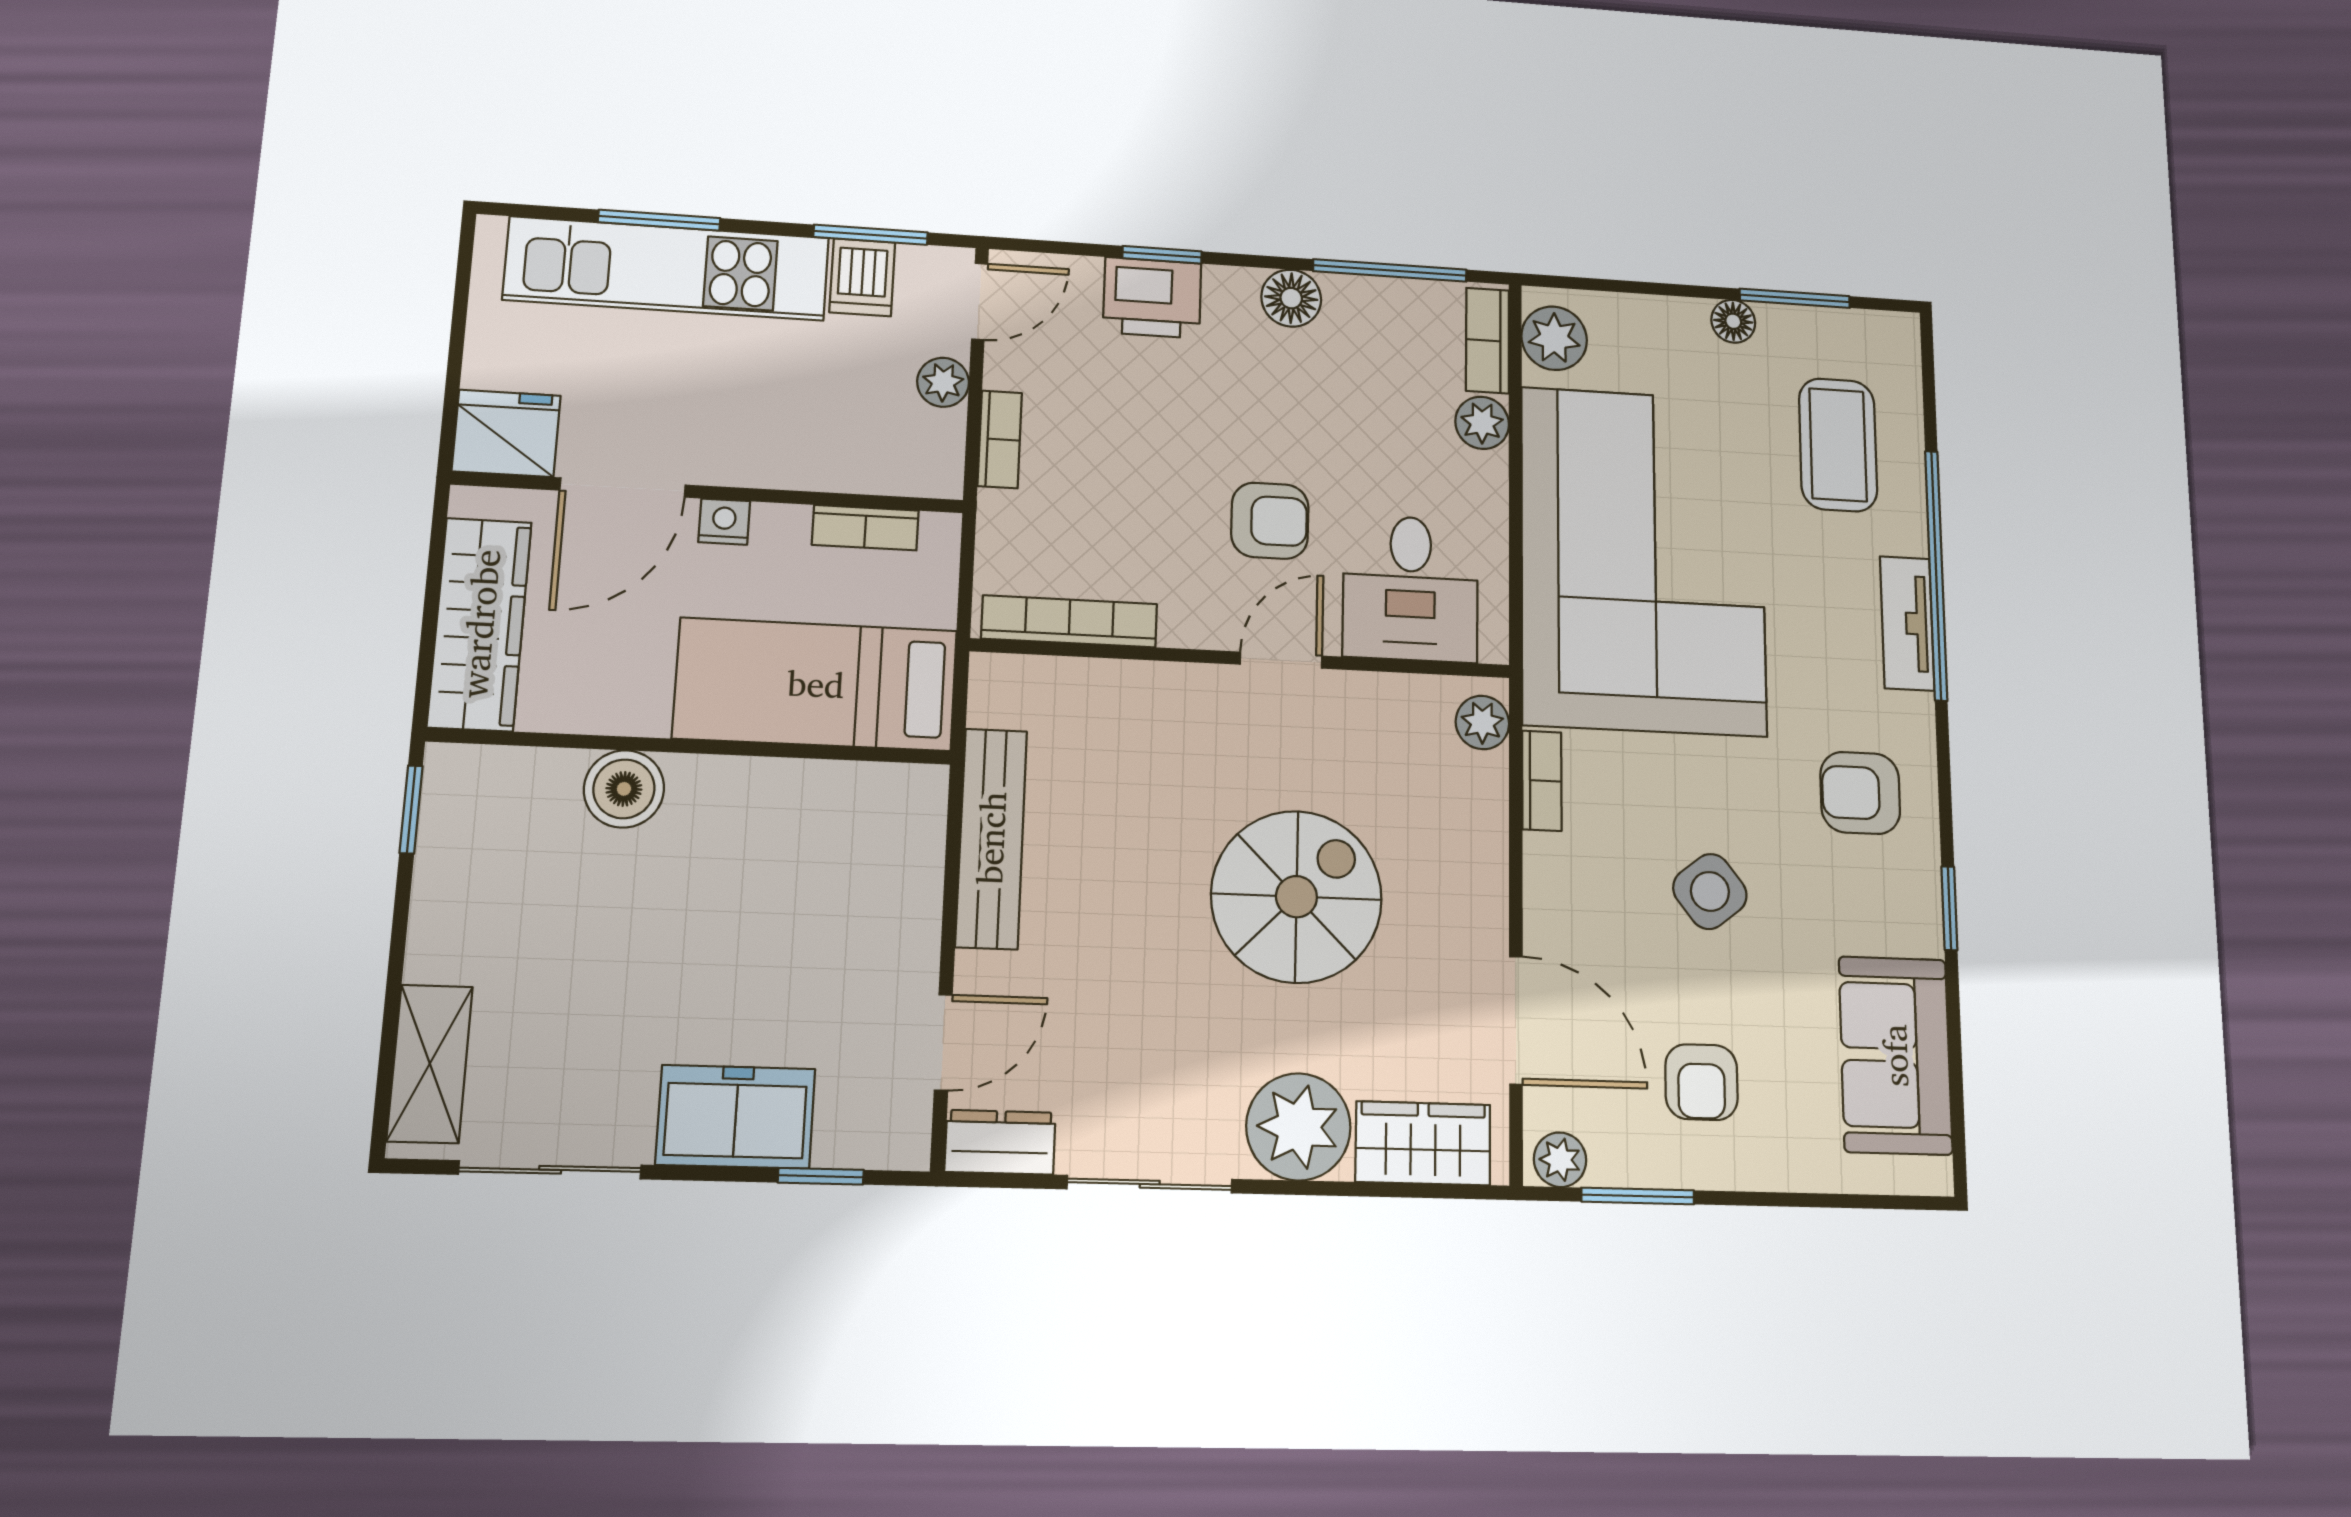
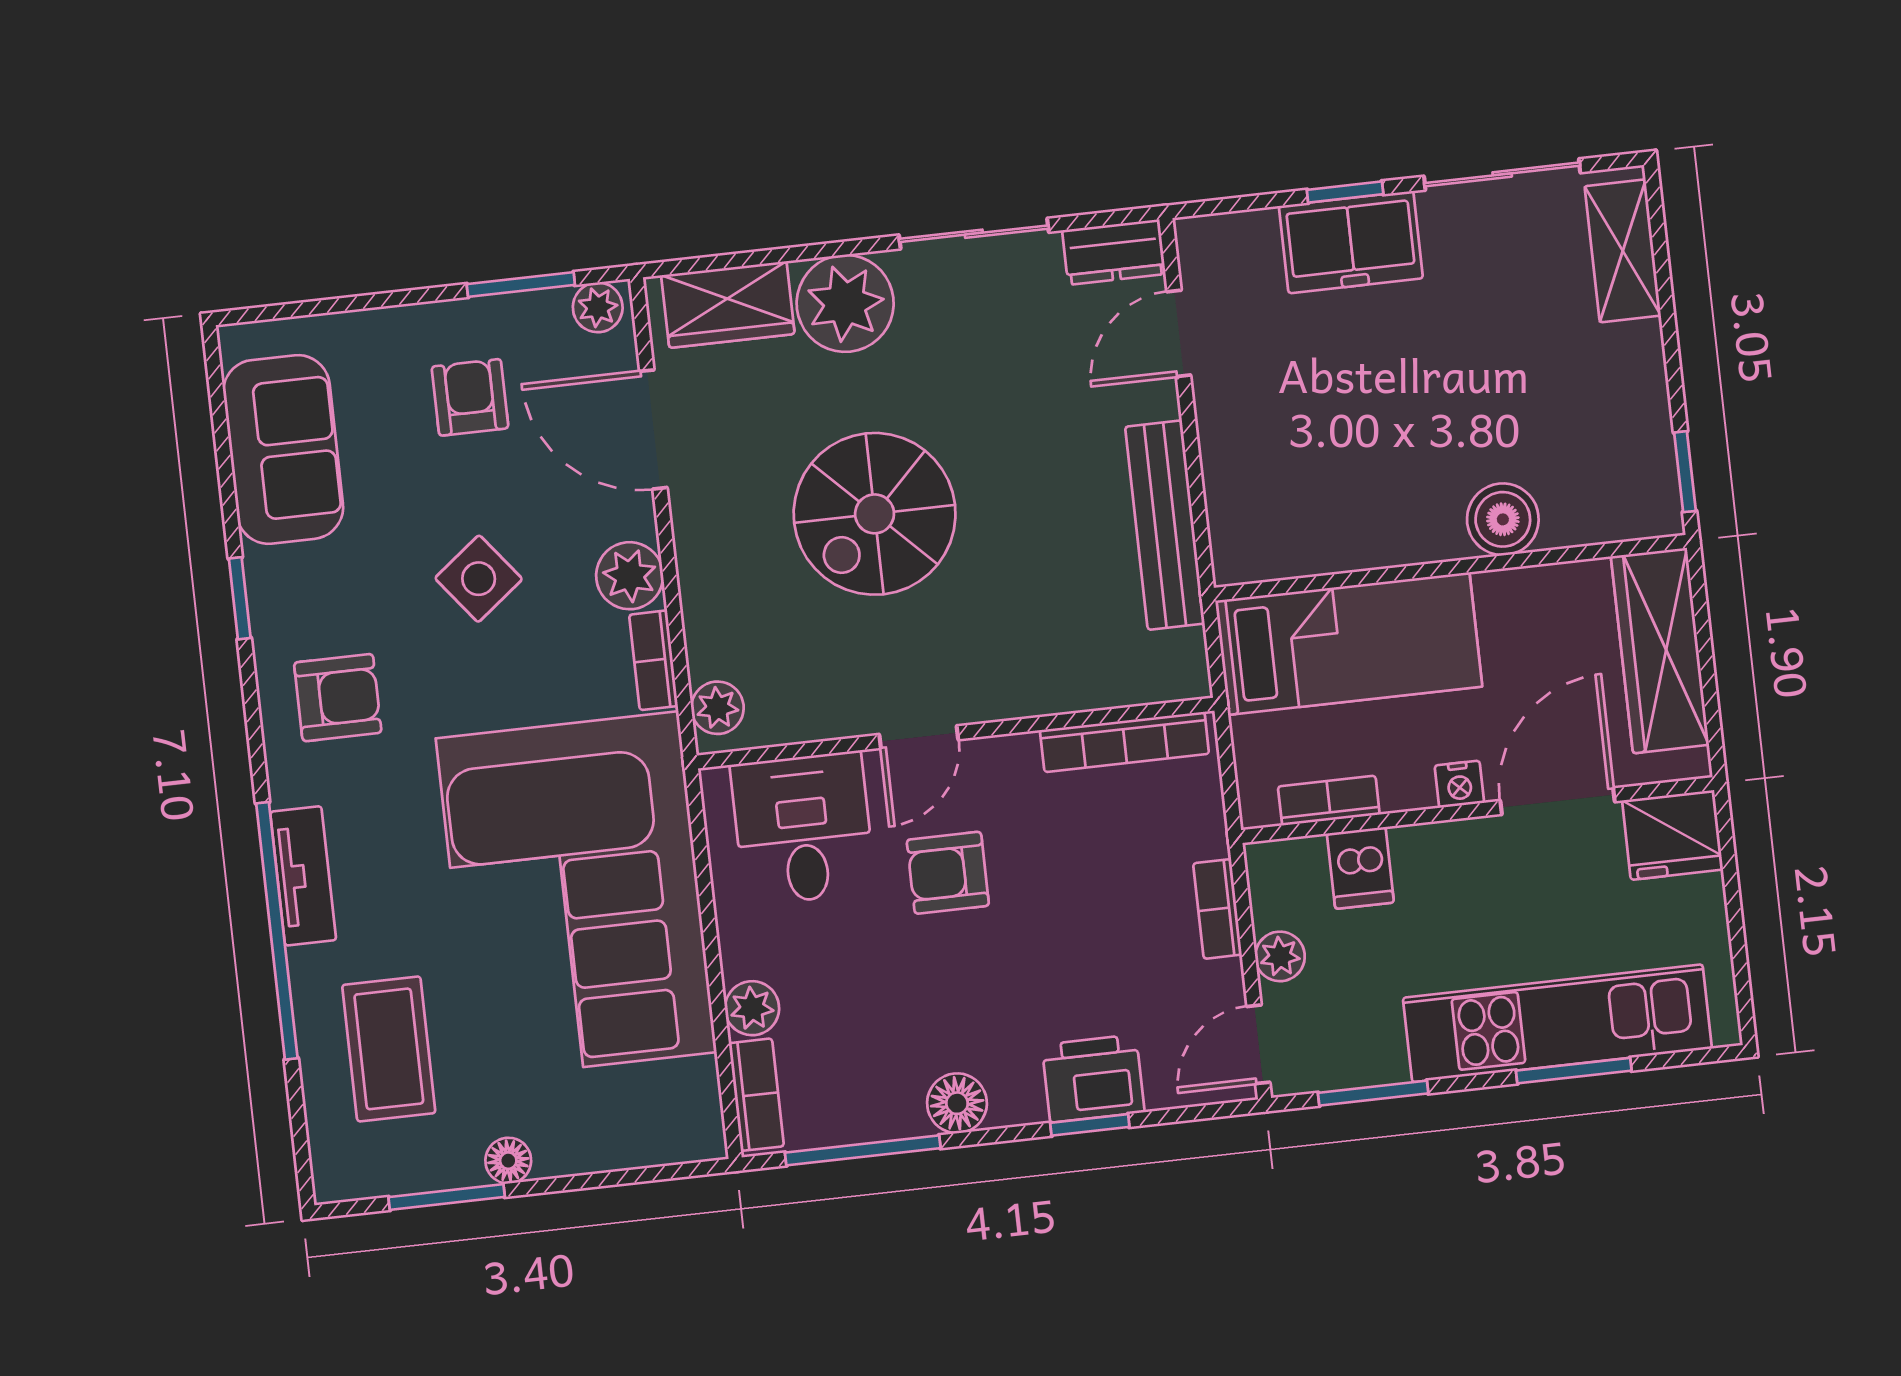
dishwasher: (862, 277) -> (1360, 868), moved, turned 180
plant: (1554, 338) -> (630, 576), moved
window: (821, 1176) -> (1345, 192), moved

